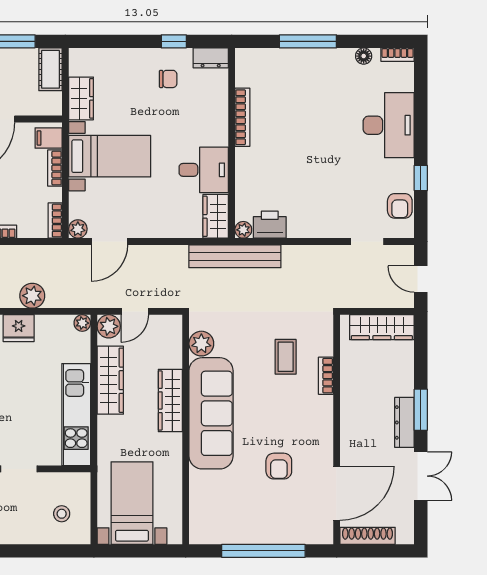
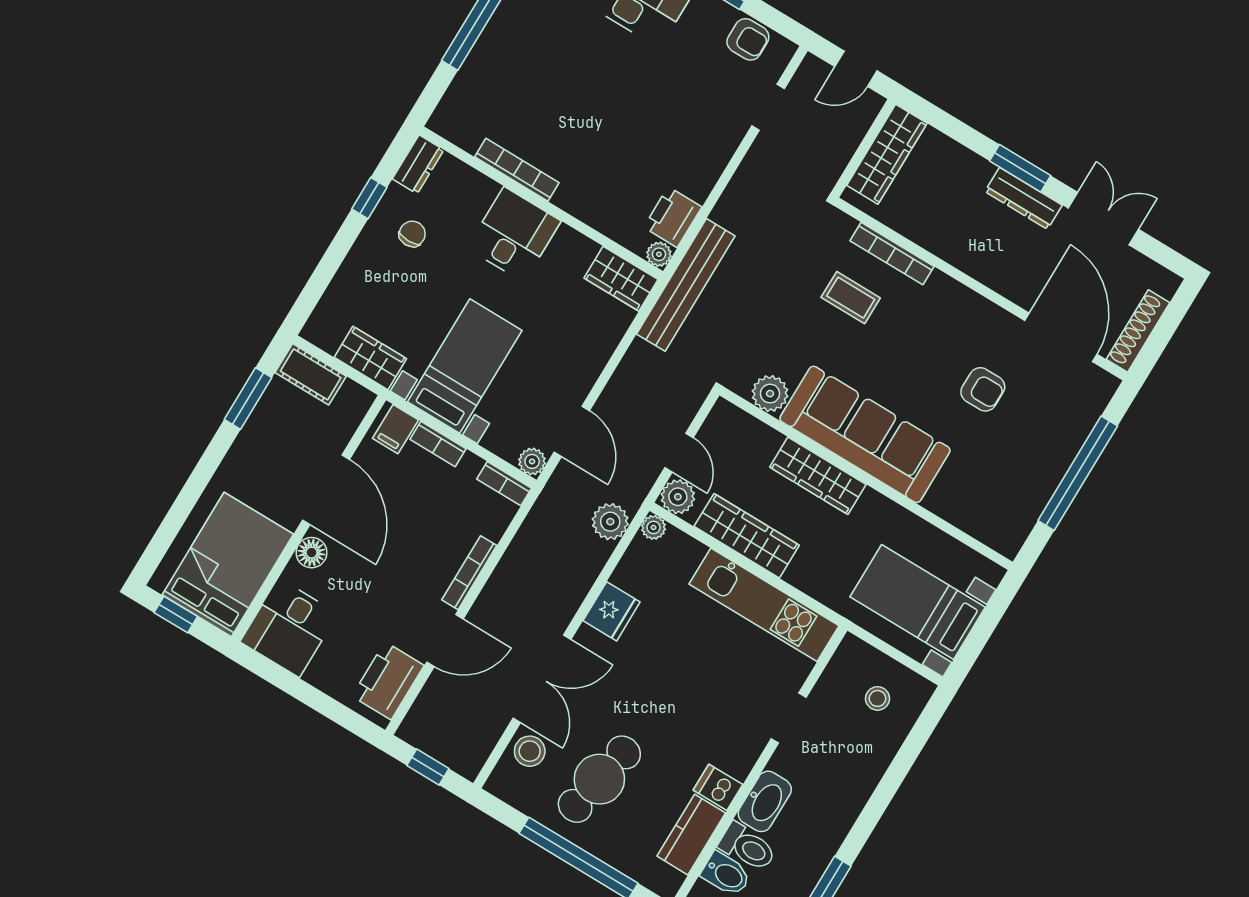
desk: (204, 170) -> (514, 234), moved
plant: (32, 296) -> (610, 522), moved
bookcase: (326, 376) -> (892, 254), width x1.56

